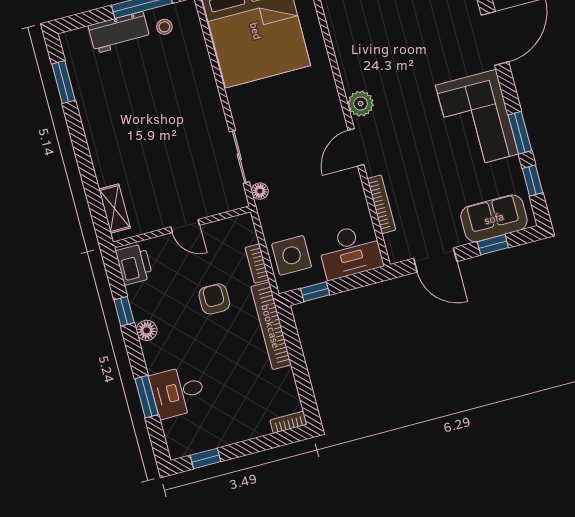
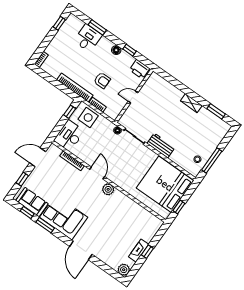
workbench: (119, 32) -> (161, 146), moved, turned 90
shelving: (115, 208) -> (191, 103), moved
sofa: (494, 218) -> (32, 202), moved, turned -90

